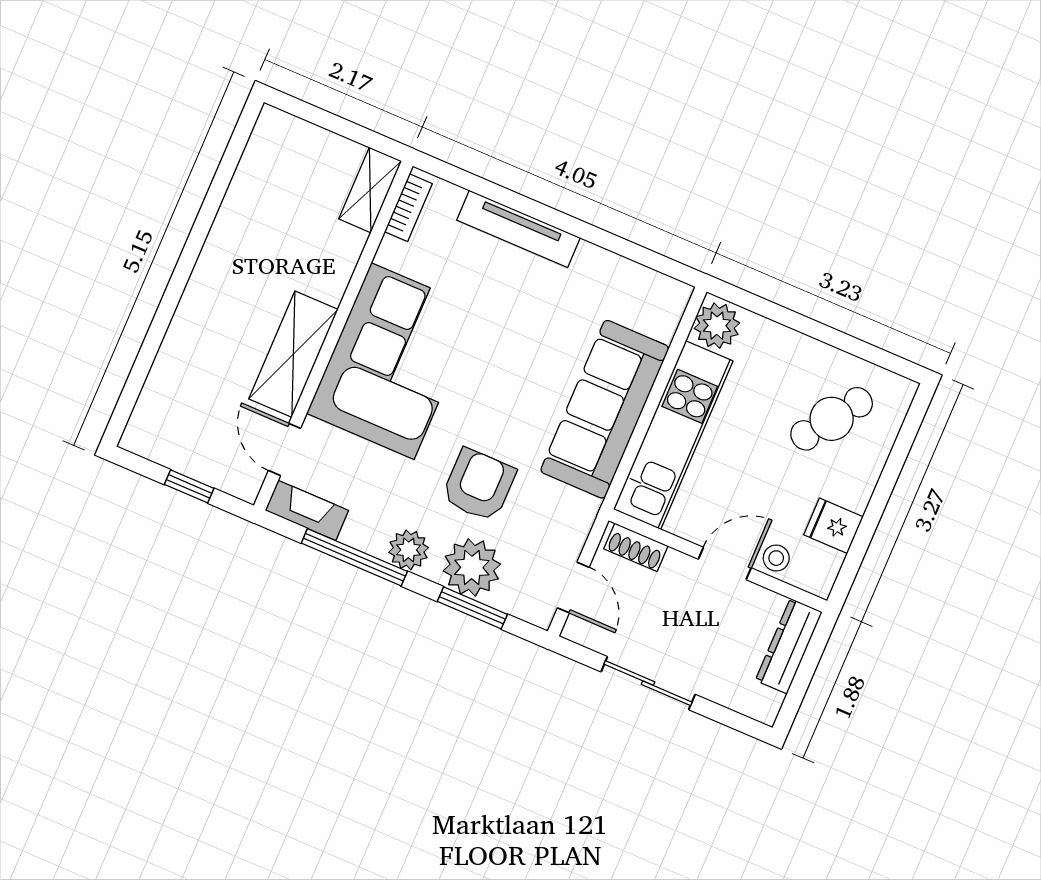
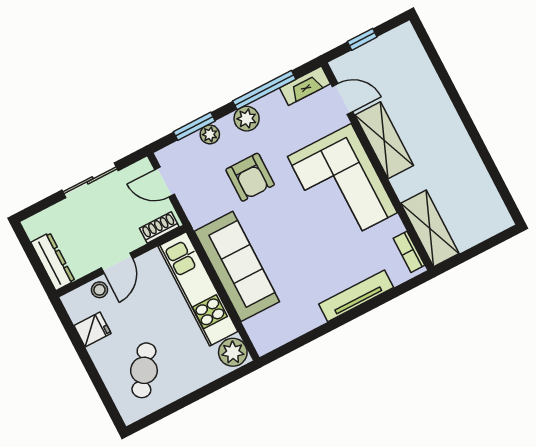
shelving: (370, 190) -> (430, 228), width x1.50, depth x1.33
plant: (472, 567) -> (210, 134), width x0.53, depth x0.53

